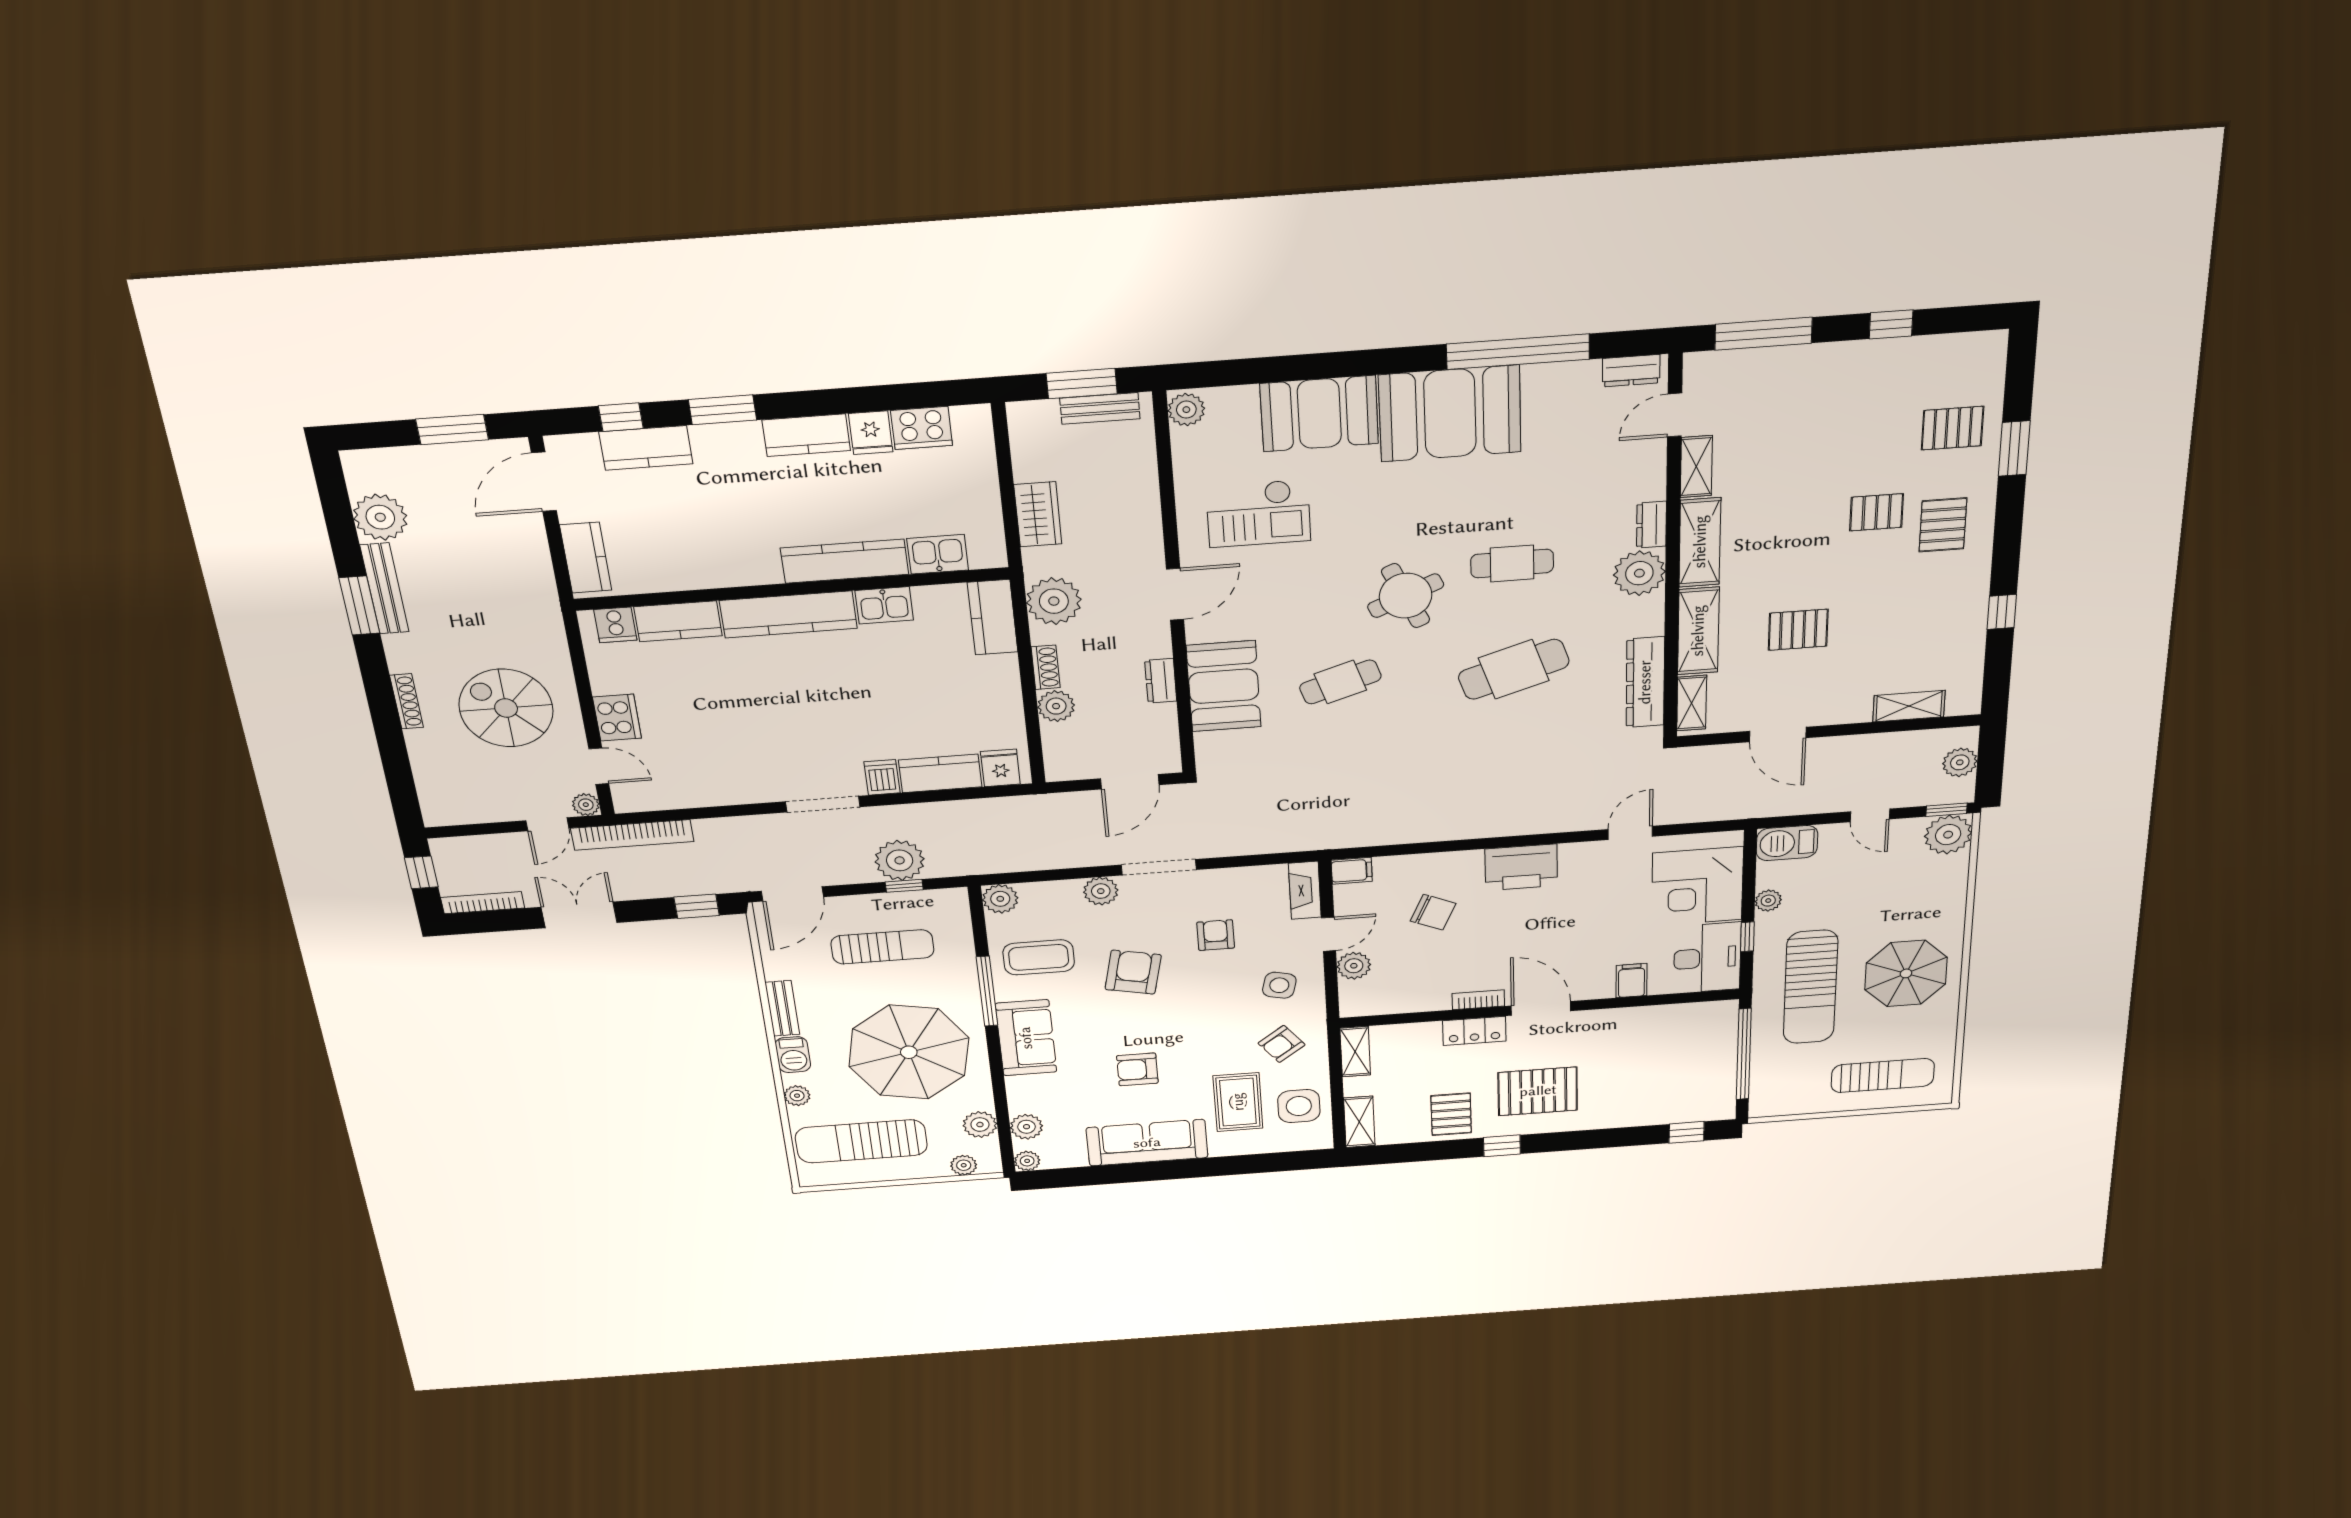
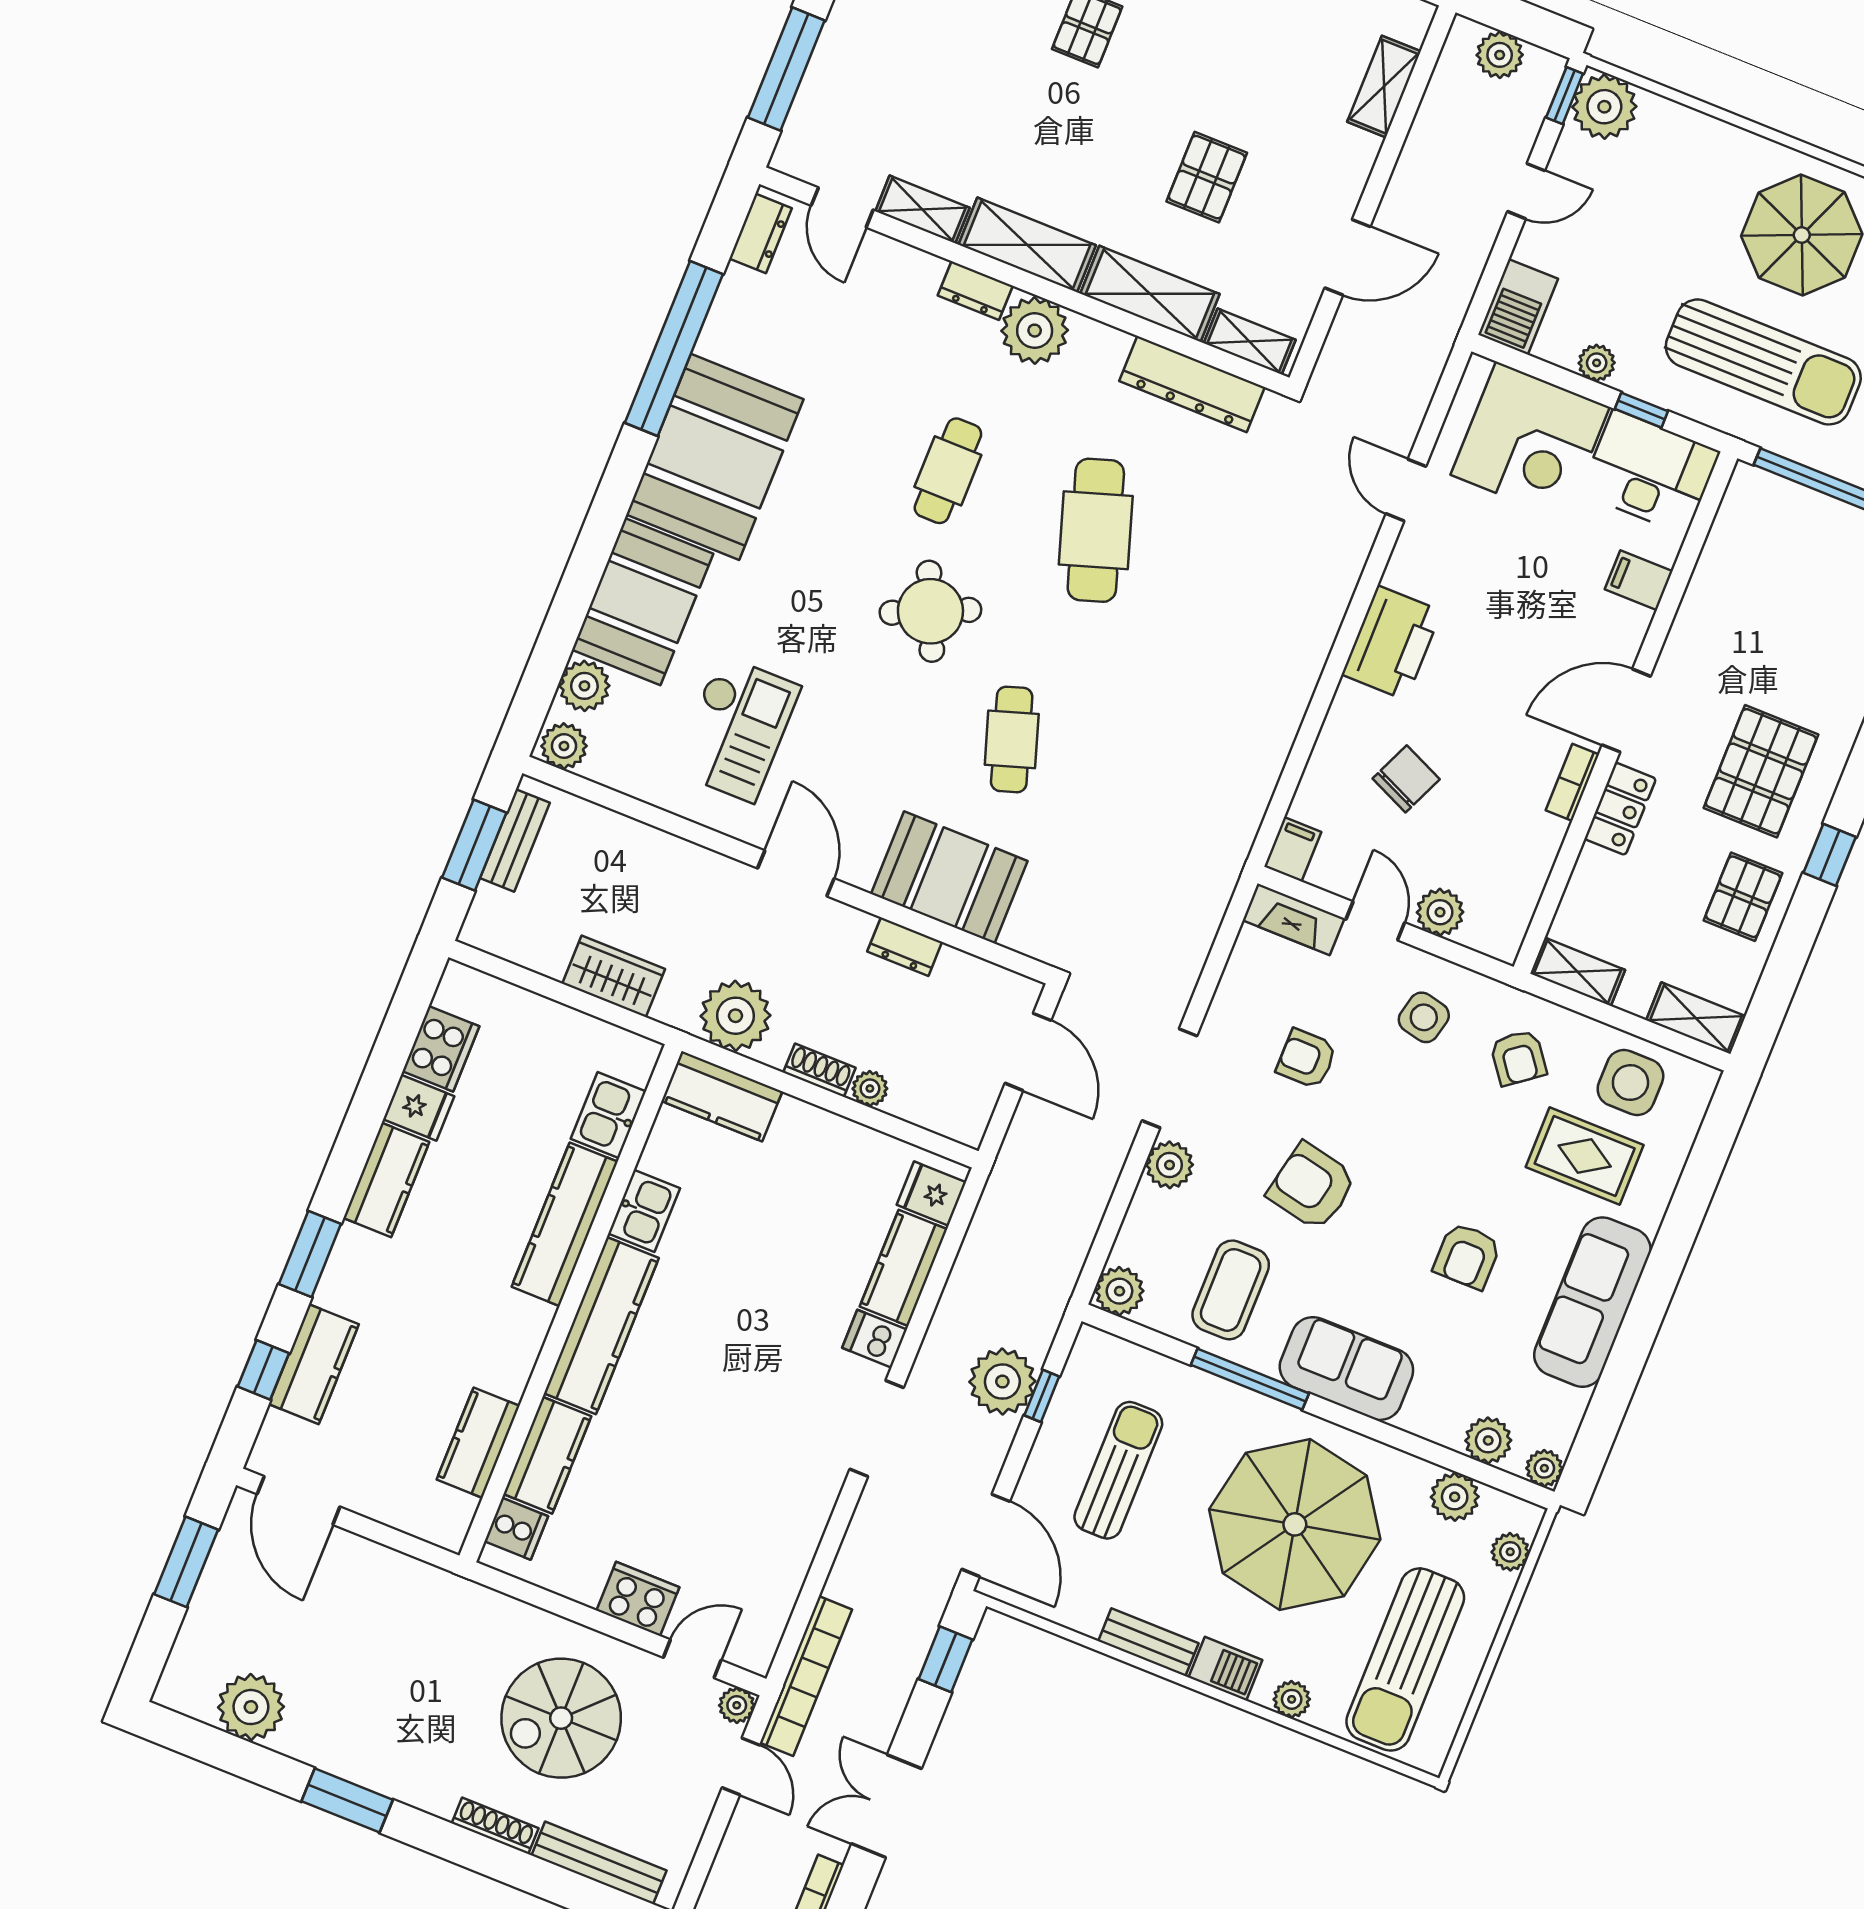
plant: (1238, 403) -> (584, 686), added
kitchen counter: (586, 558) -> (478, 1443), moved, turned -90
bench: (384, 589) -> (599, 1863), moved
plant: (1056, 706) -> (870, 1089), width x0.73, depth x0.73
pallet: (1451, 1114) -> (1743, 897), turned 90

